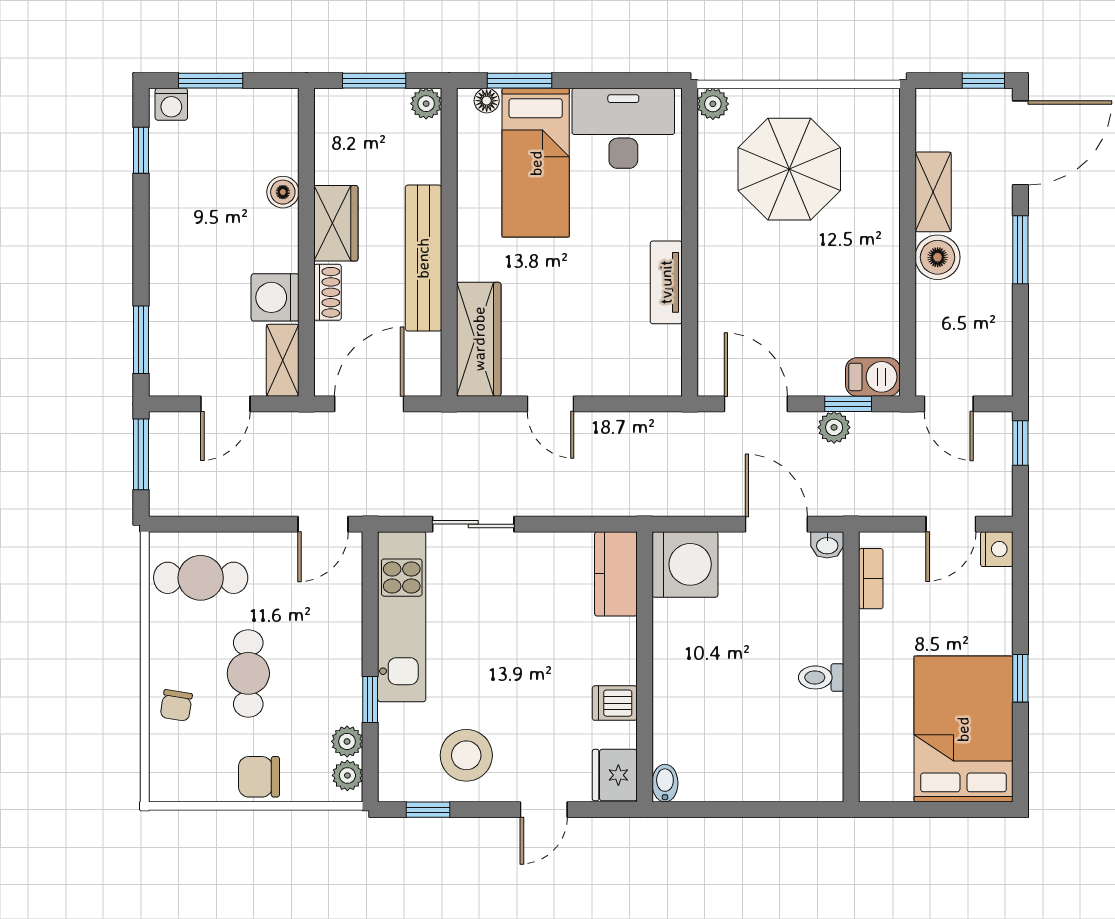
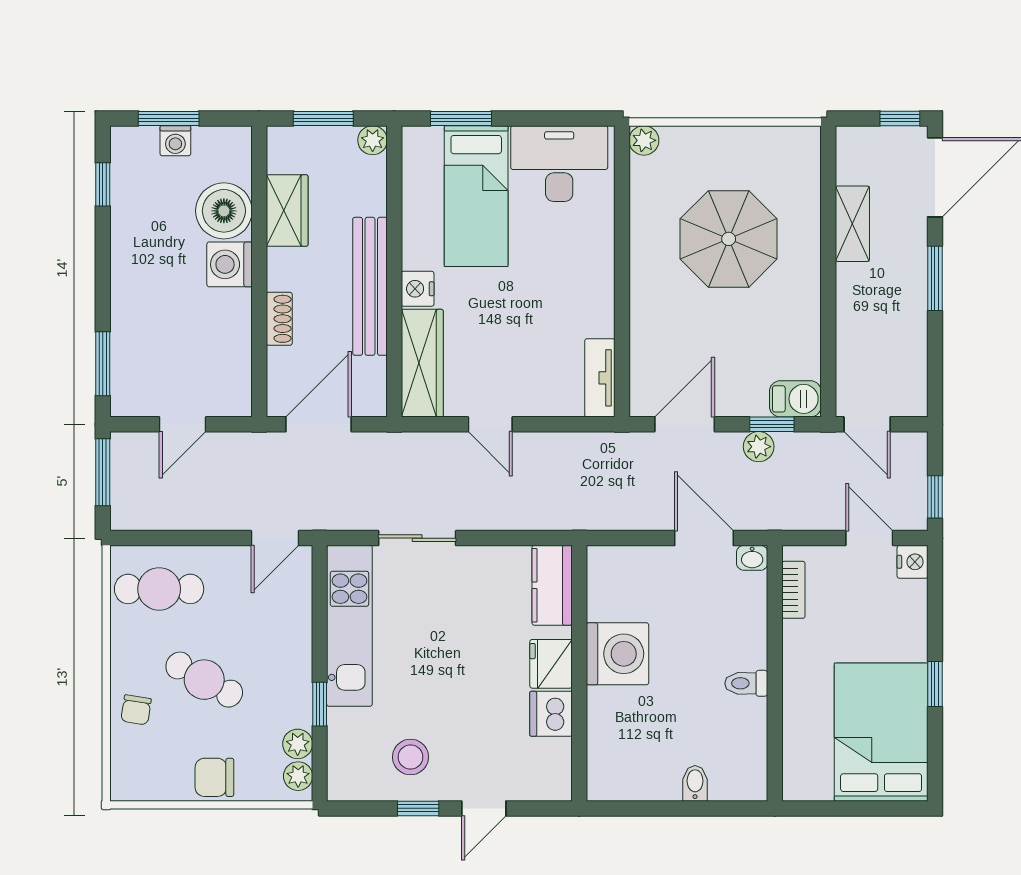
floor lamp: (487, 101) -> (430, 137), removed
washing machine: (171, 104) -> (175, 141), moved
parasol: (789, 169) -> (729, 239), moved
boiler: (283, 192) -> (224, 211), width x1.86, depth x1.86
wardrobe: (336, 223) -> (287, 211), moved
boiler: (938, 257) -> (857, 286), removed
nightstand: (474, 261) -> (418, 289), added
tv unit: (666, 282) -> (600, 378), moved
washing machine: (275, 297) -> (230, 264), moved
shelving: (283, 360) -> (237, 383), removed
door: (756, 404) -> (685, 424), hinge flipped
window: (1020, 443) -> (935, 497), moved
door: (951, 524) -> (869, 538), swing flipped
washing machine: (685, 564) -> (617, 654), moved
cafe table: (248, 673) -> (204, 680), turned -61
dishwasher: (615, 703) -> (551, 714), width x1.38
stool: (466, 755) -> (411, 757), width x0.73, depth x0.73
fridge: (615, 775) -> (551, 664), moved
bidet: (665, 783) -> (695, 783), moved
window: (428, 810) -> (418, 808), moved

